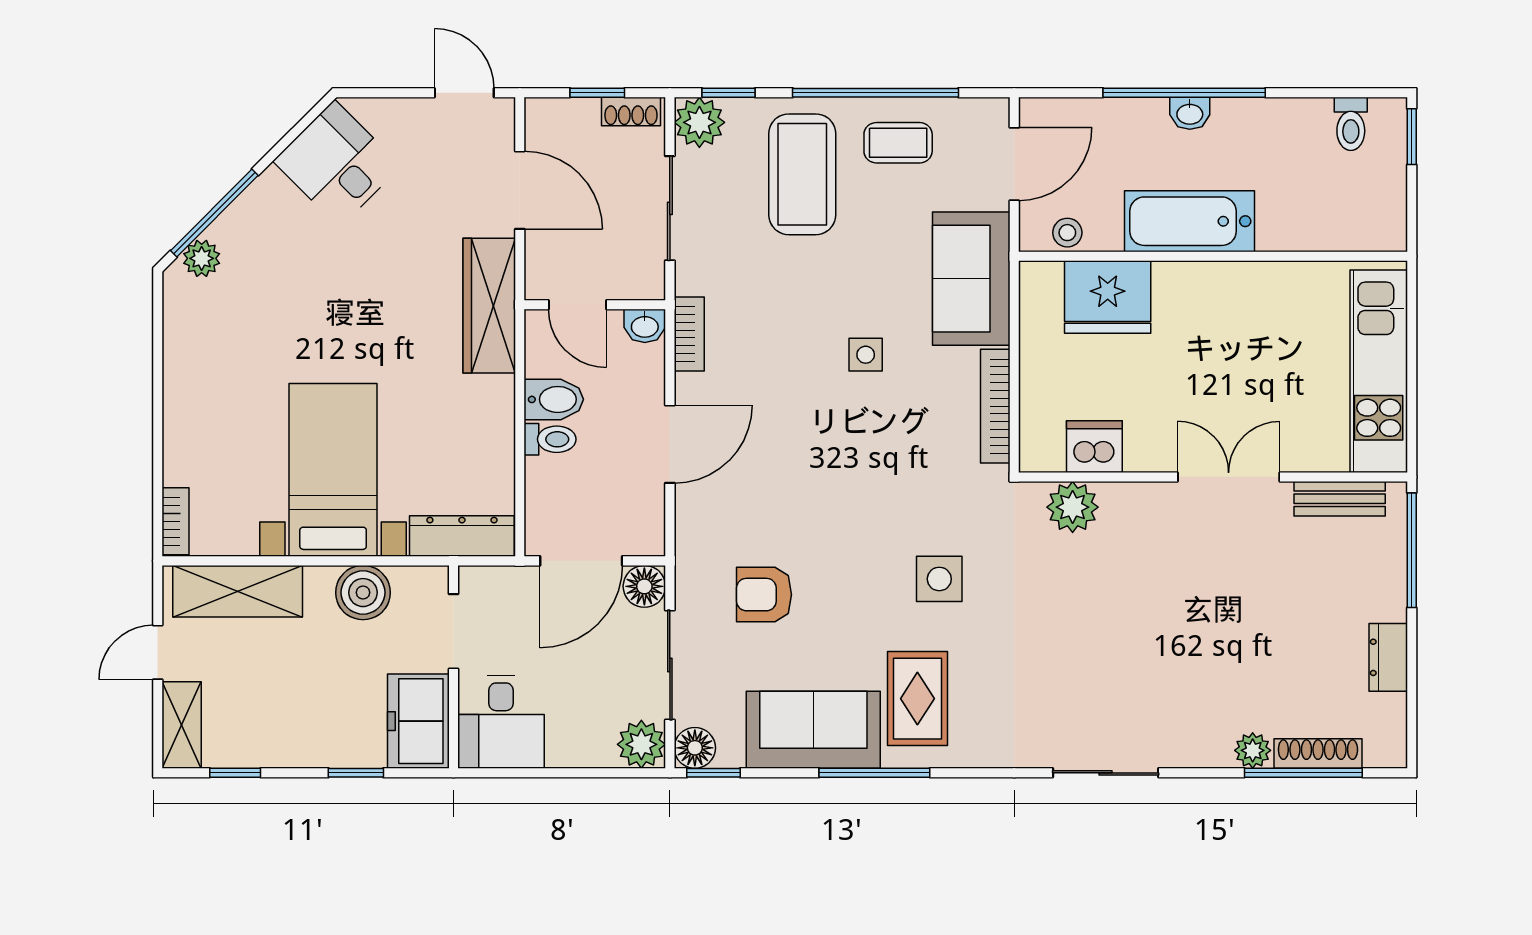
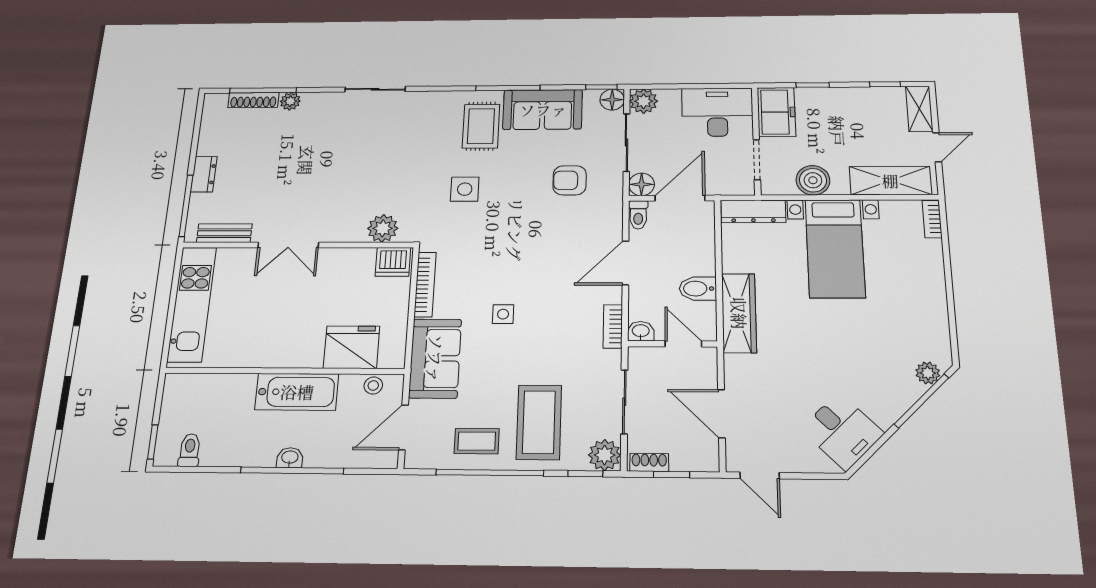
wardrobe: (489, 306) -> (739, 313), moved
toilet: (550, 439) -> (638, 215), moved, turned -90
dishwasher: (1094, 447) -> (393, 262), moved
armchair: (764, 595) -> (570, 180), turned 180
dresser: (1388, 657) -> (204, 174), moved
desk: (501, 722) -> (717, 112), width x1.37

